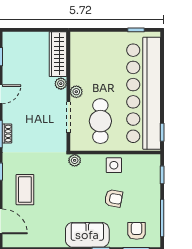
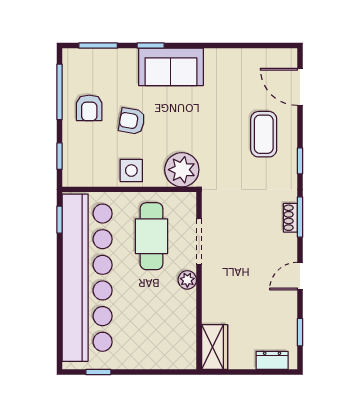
dresser: (19, 38) -> (272, 360), added
wardrobe: (58, 54) -> (215, 347), width x0.67
plant: (61, 84) -> (210, 292), removed
plant: (75, 160) -> (182, 170), width x1.87, depth x1.87
armchair: (137, 231) -> (89, 108), moved

